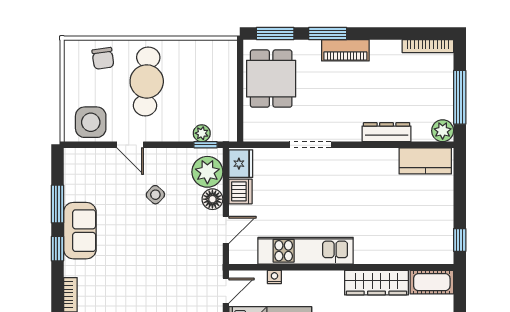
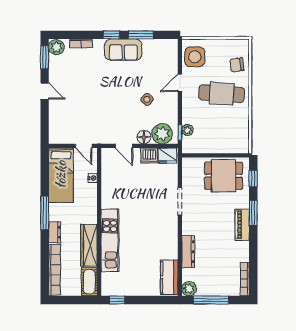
window: (275, 33) -> (253, 178), width x0.67
kitchen unit: (306, 251) -> (110, 240), moved

